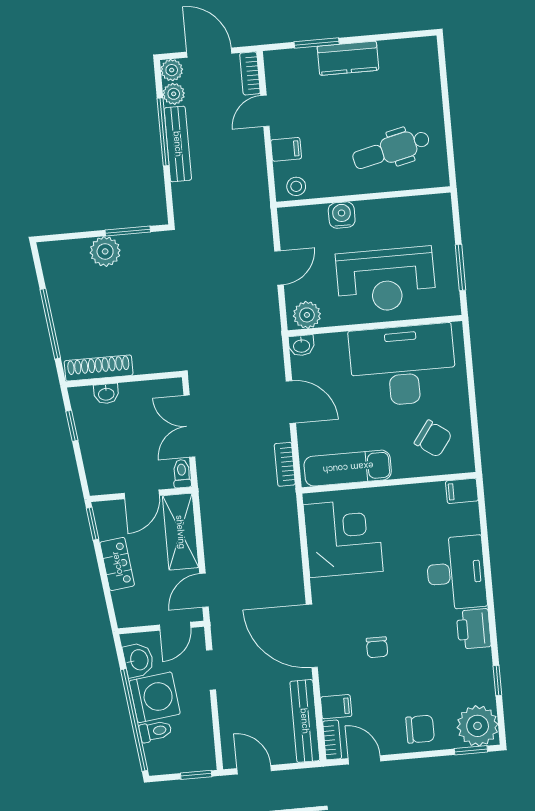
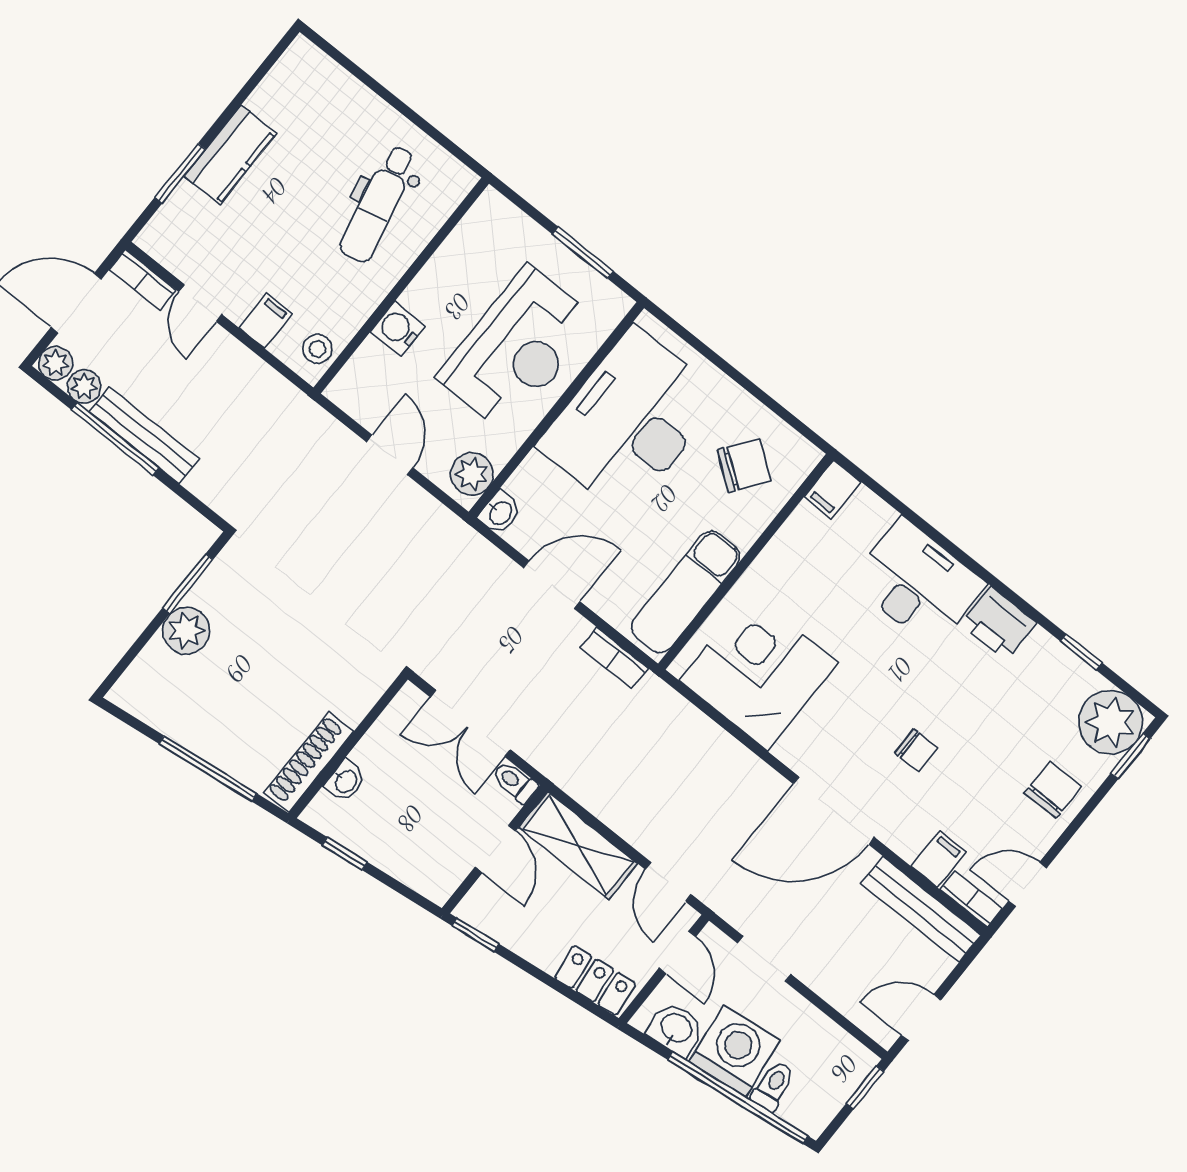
locker: (117, 564) -> (595, 980), moved

